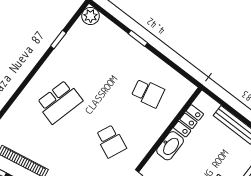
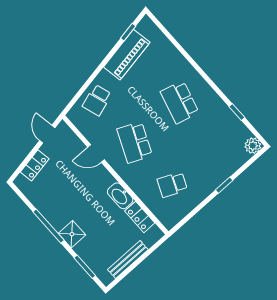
school desk: (148, 93) -> (172, 185), turned 36
school desk: (111, 141) -> (135, 142), width x1.85

